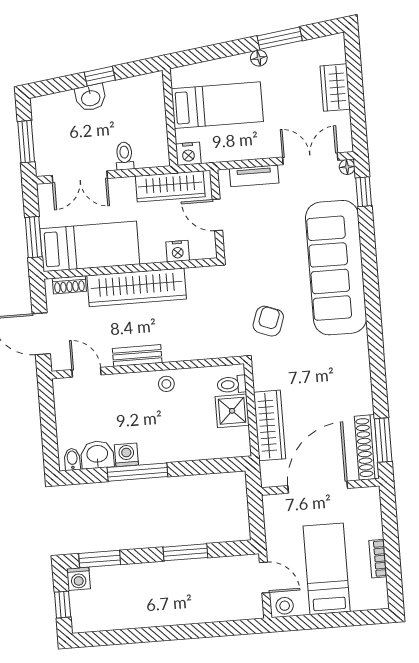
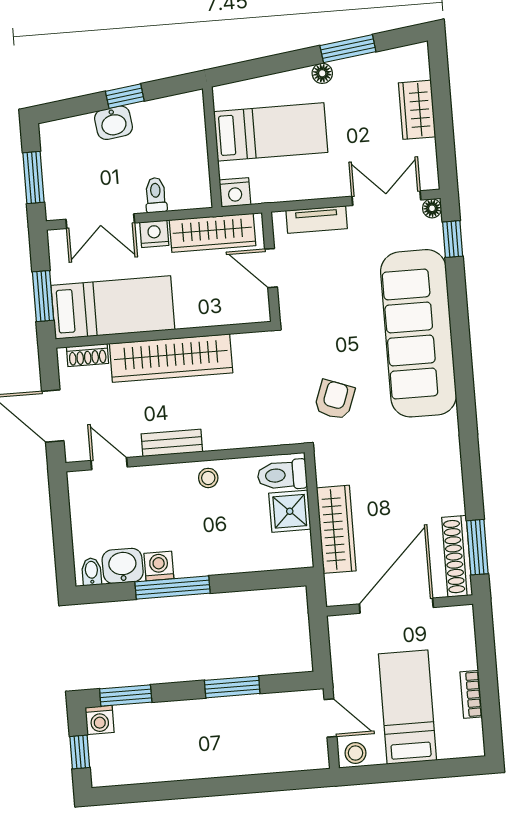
nightstand: (178, 251) -> (154, 234), moved, turned 180
toilet: (232, 384) -> (282, 475), width x1.37, depth x1.39

